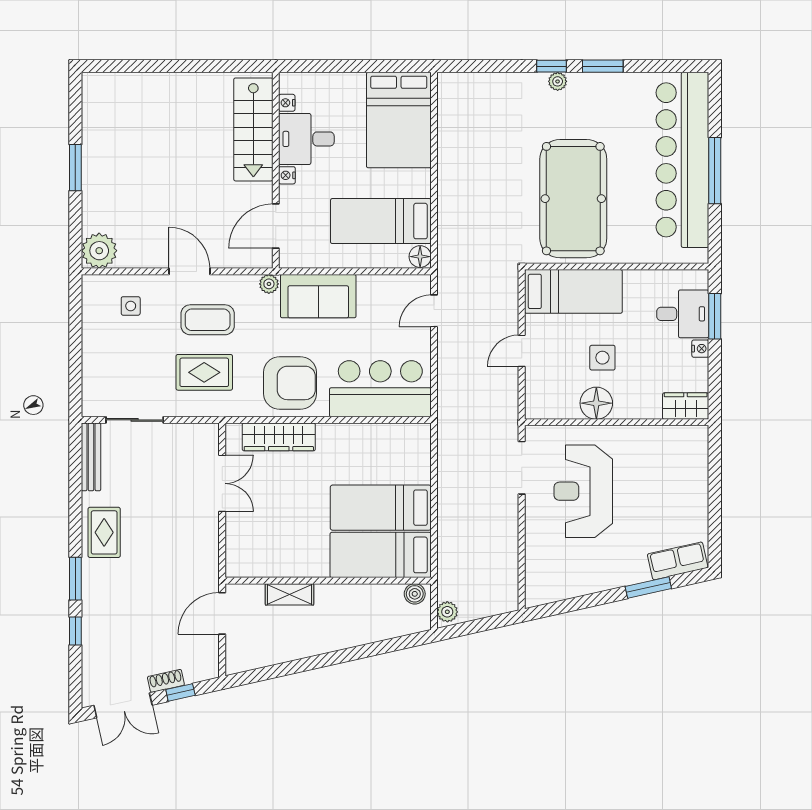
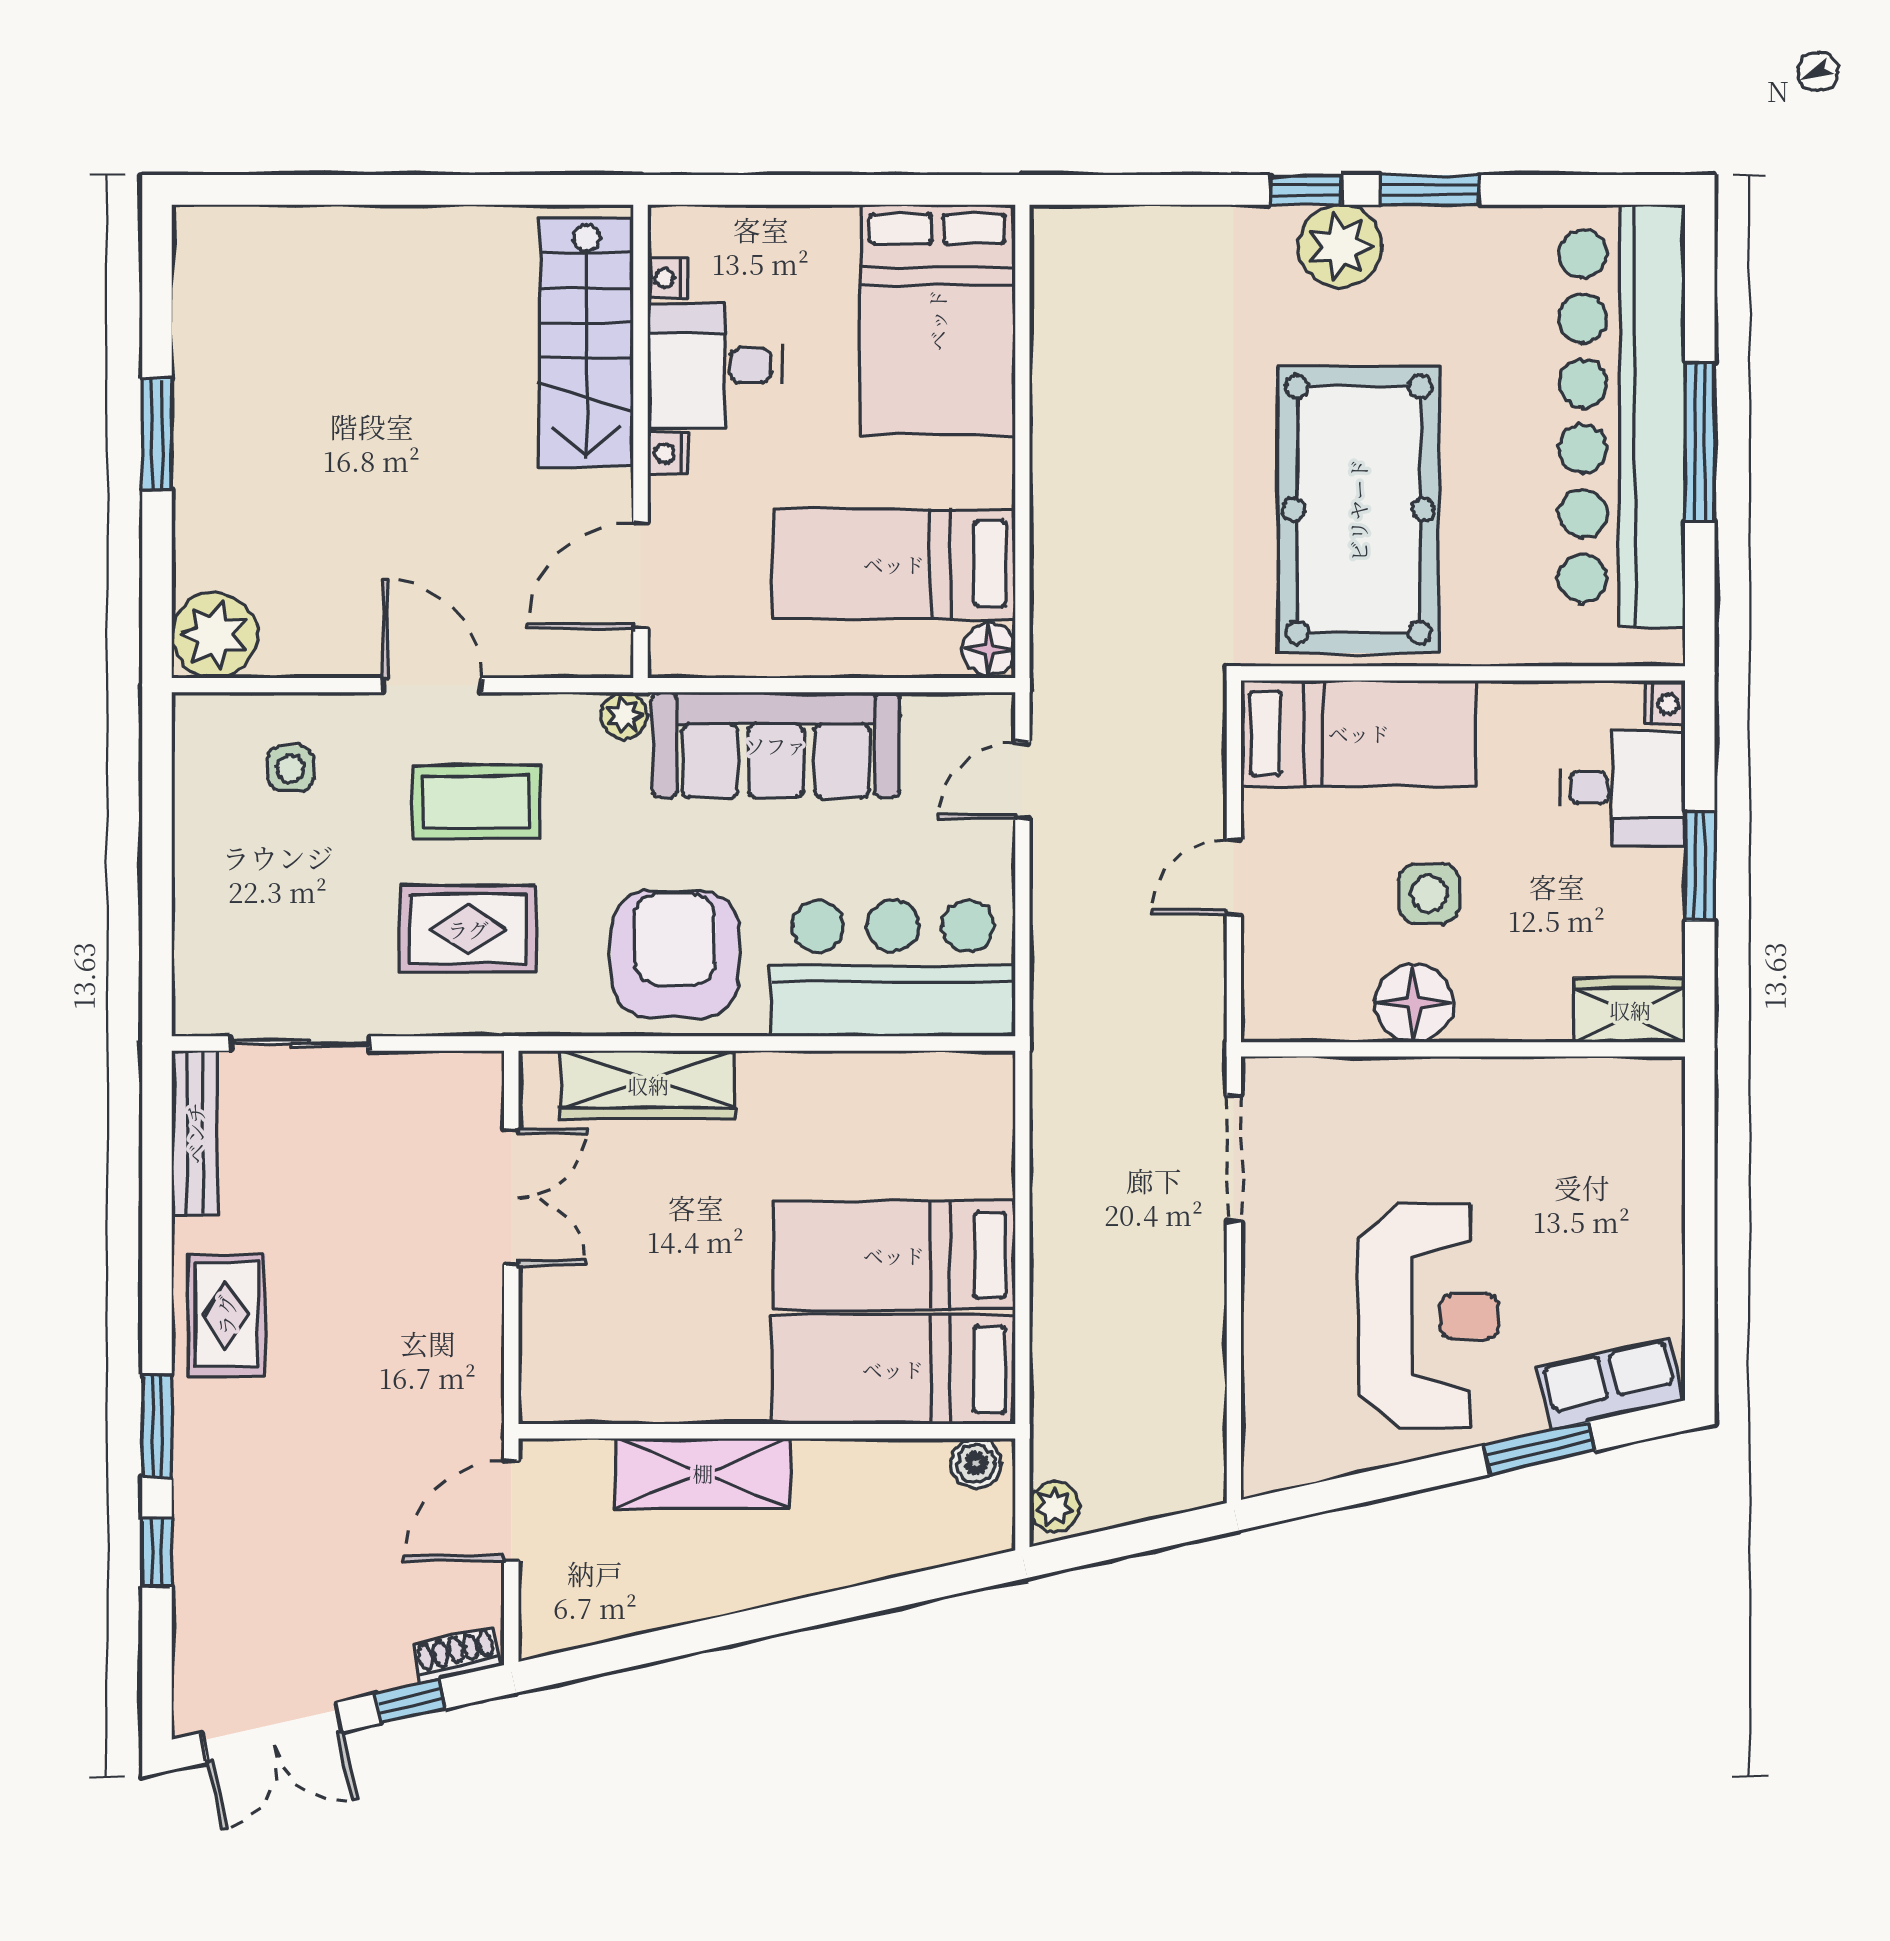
plant: (558, 81) -> (1340, 246), width x1.87, depth x1.87
sofa: (318, 296) -> (776, 745), width x1.36
window: (715, 316) -> (1700, 866), moved
nightstand: (700, 349) -> (1665, 704), moved
armchair: (290, 383) -> (675, 954), turned -90
reception desk: (583, 491) -> (1428, 1316), moved, turned 180
shelving: (289, 594) -> (703, 1473), width x1.50, depth x1.33
shoe rack: (166, 681) -> (457, 1655), moved

